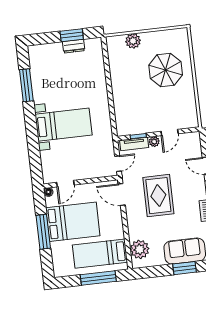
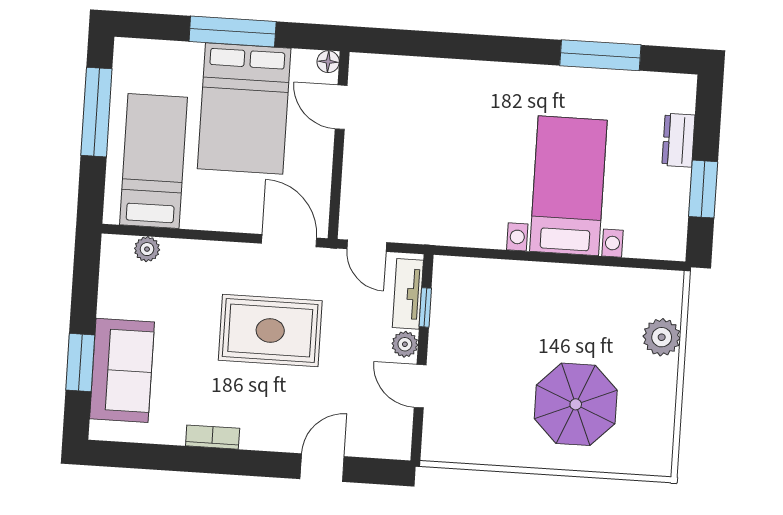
dresser: (74, 46) -> (678, 140), moved
bed with nightstands: (64, 125) -> (568, 186), moved, turned 180
door: (122, 195) -> (289, 241), hinge flipped
plant: (140, 249) -> (147, 249), width x0.53, depth x0.53
window: (98, 278) -> (96, 112), moved

